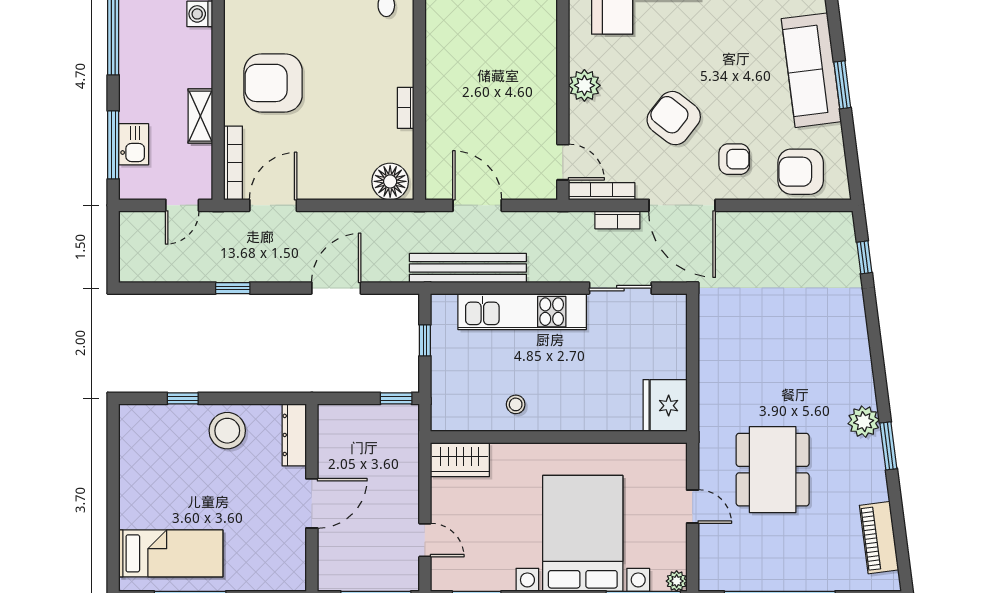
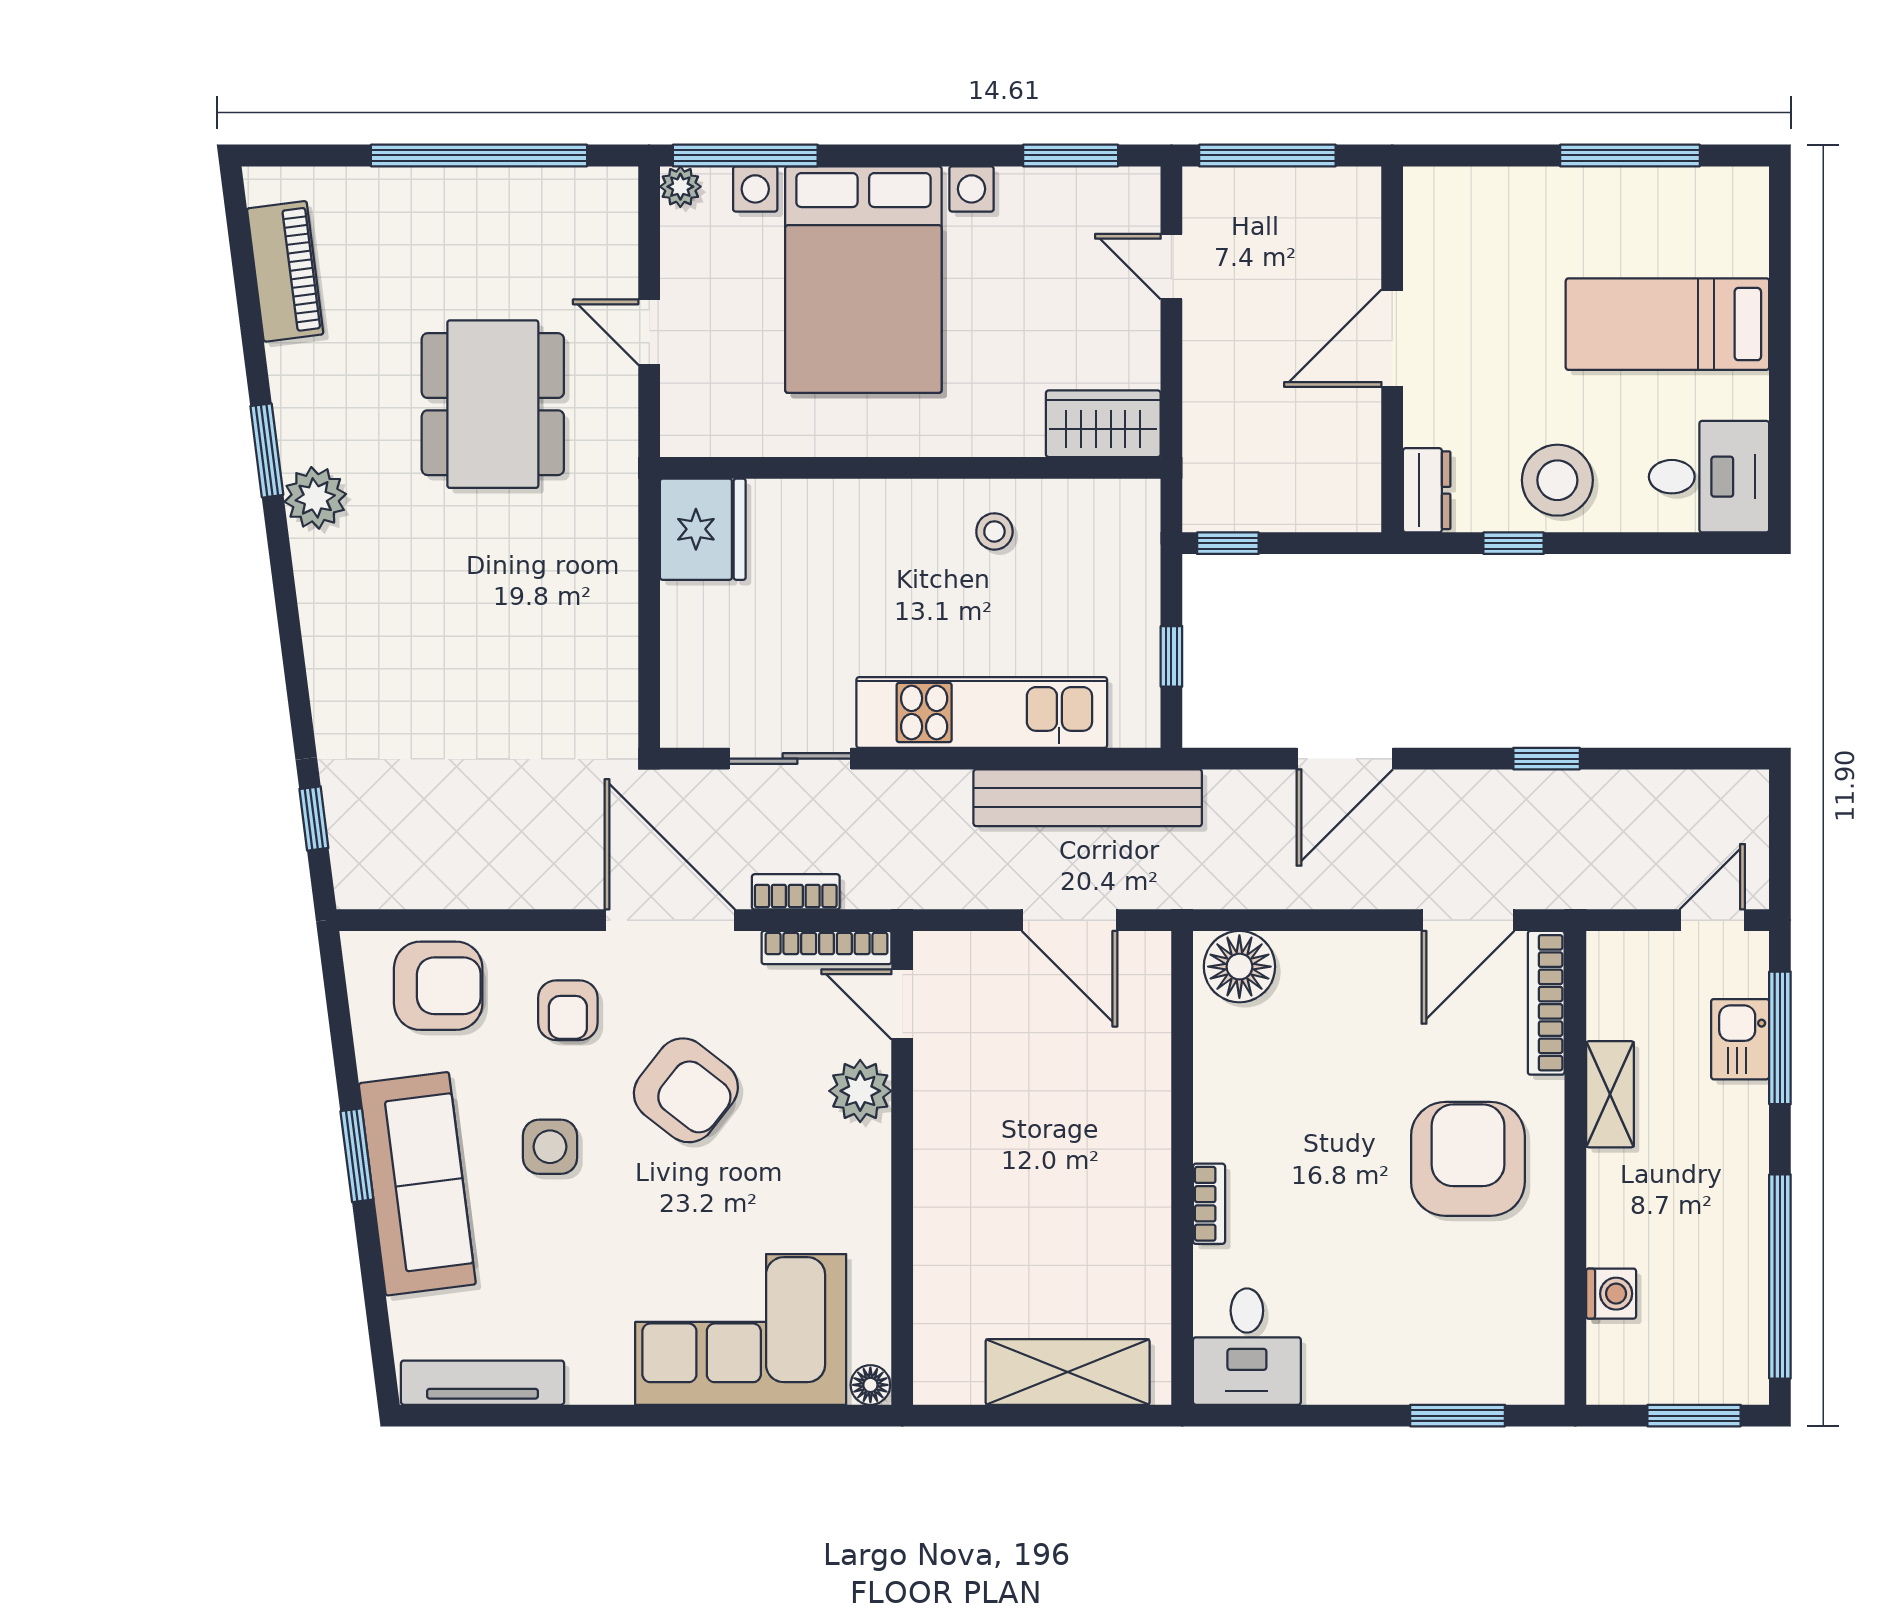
armchair: (273, 83) -> (1468, 1159), turned -90
plant: (584, 85) -> (860, 1091), moved
side table: (743, 89) -> (550, 1147), added
bookcase: (406, 108) -> (1209, 1204), moved
armchair: (734, 159) -> (568, 1010), turned -90
door: (182, 205) -> (1712, 920), moved
window: (183, 398) -> (1514, 543), moved
desk: (150, 432) -> (1709, 477), added
dresser: (294, 435) -> (1427, 490), width x0.70
bed: (171, 553) -> (1667, 324), moved

